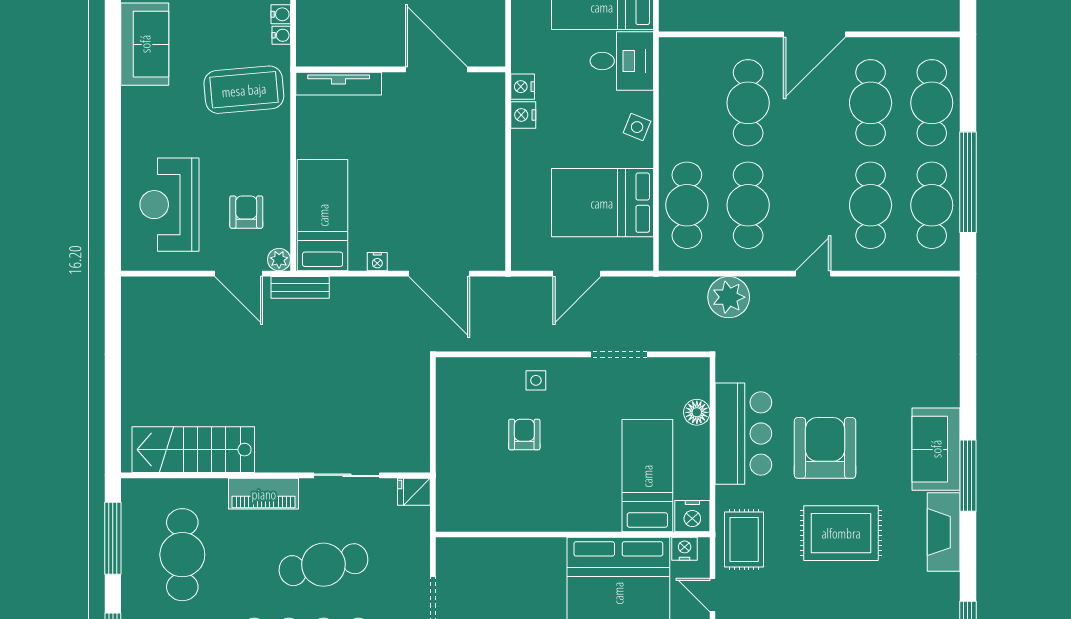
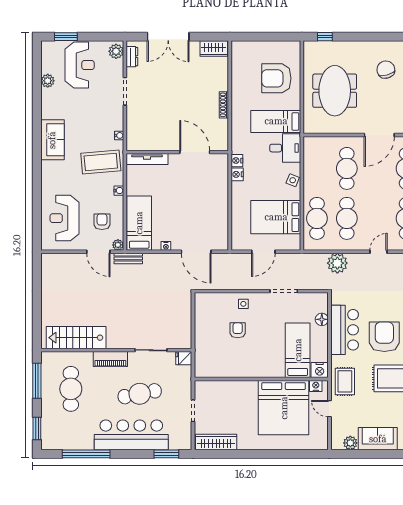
water cooler: (281, 14) -> (119, 191), moved

